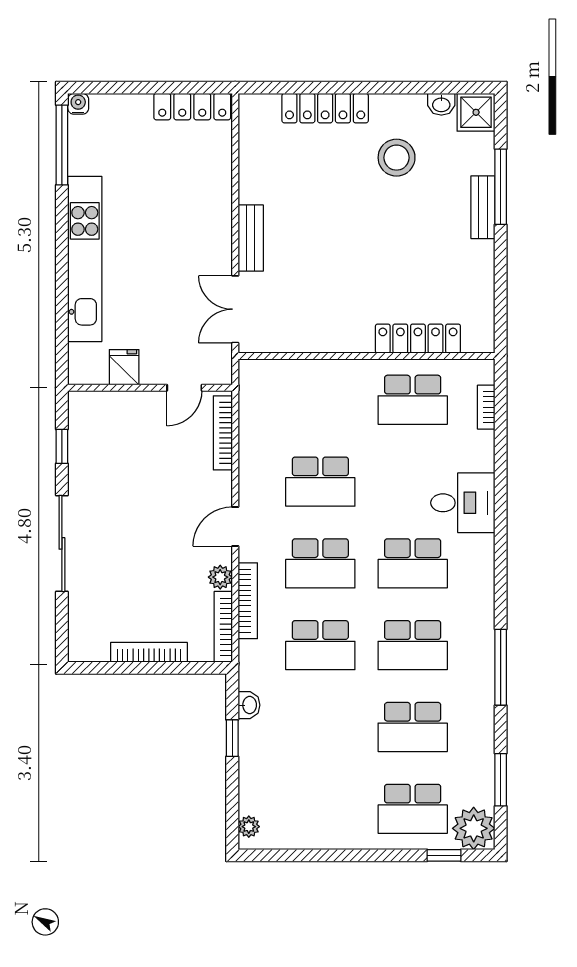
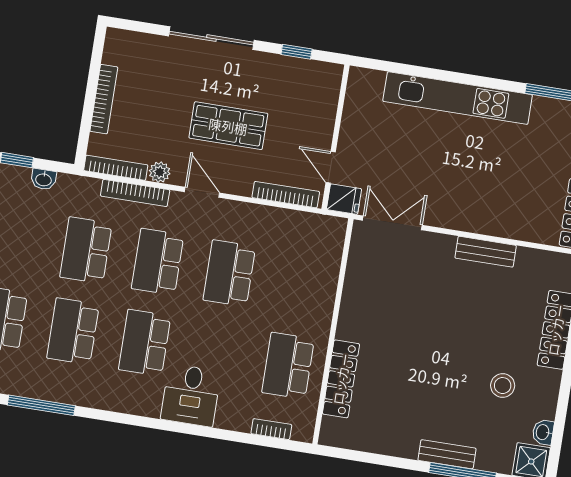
stool: (397, 158) -> (503, 386), width x0.73, depth x0.73
bench: (251, 238) -> (486, 252), moved
fridge: (124, 367) -> (344, 199), moved
shop shelf: (156, 509) -> (228, 126), added

